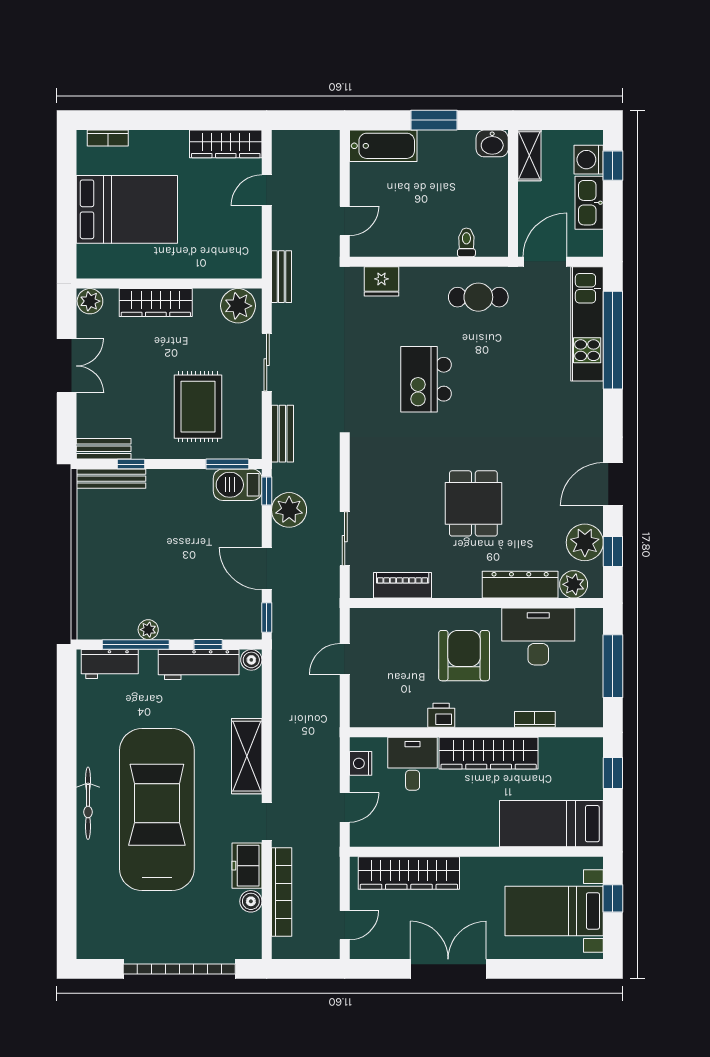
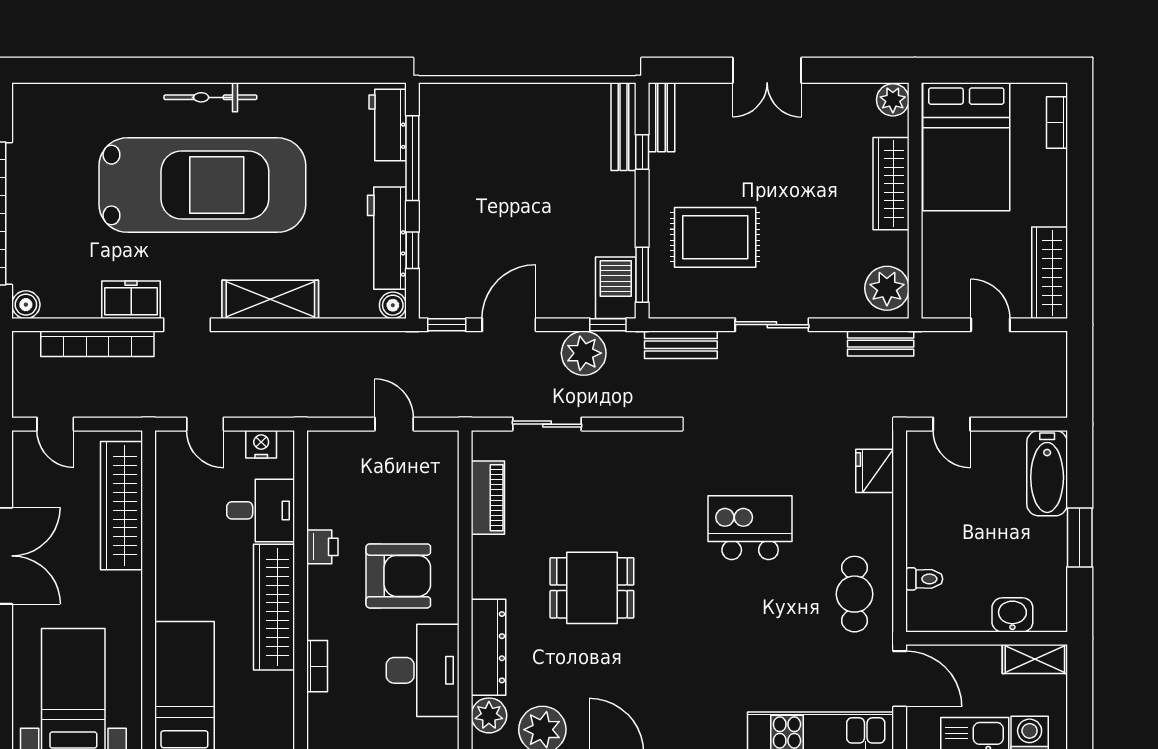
washbasin: (492, 143) -> (1012, 615), moved, turned 90
wall: (169, 284) -> (915, 201), moved
plant: (90, 301) -> (893, 100), moved
wardrobe: (156, 303) -> (891, 184), moved
plant: (238, 306) -> (887, 288), moved
plant: (148, 630) -> (431, 174), removed
boiler: (251, 901) -> (26, 305), moved

